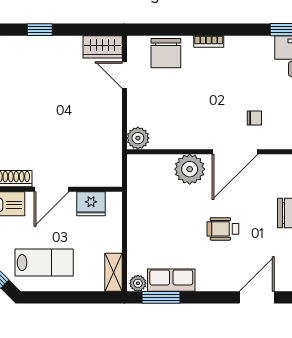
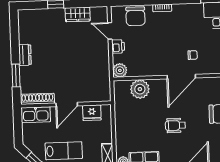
wardrobe: (103, 47) -> (78, 14), moved
printer: (137, 100) -> (118, 46), added
plant: (190, 169) -> (140, 89), moved

